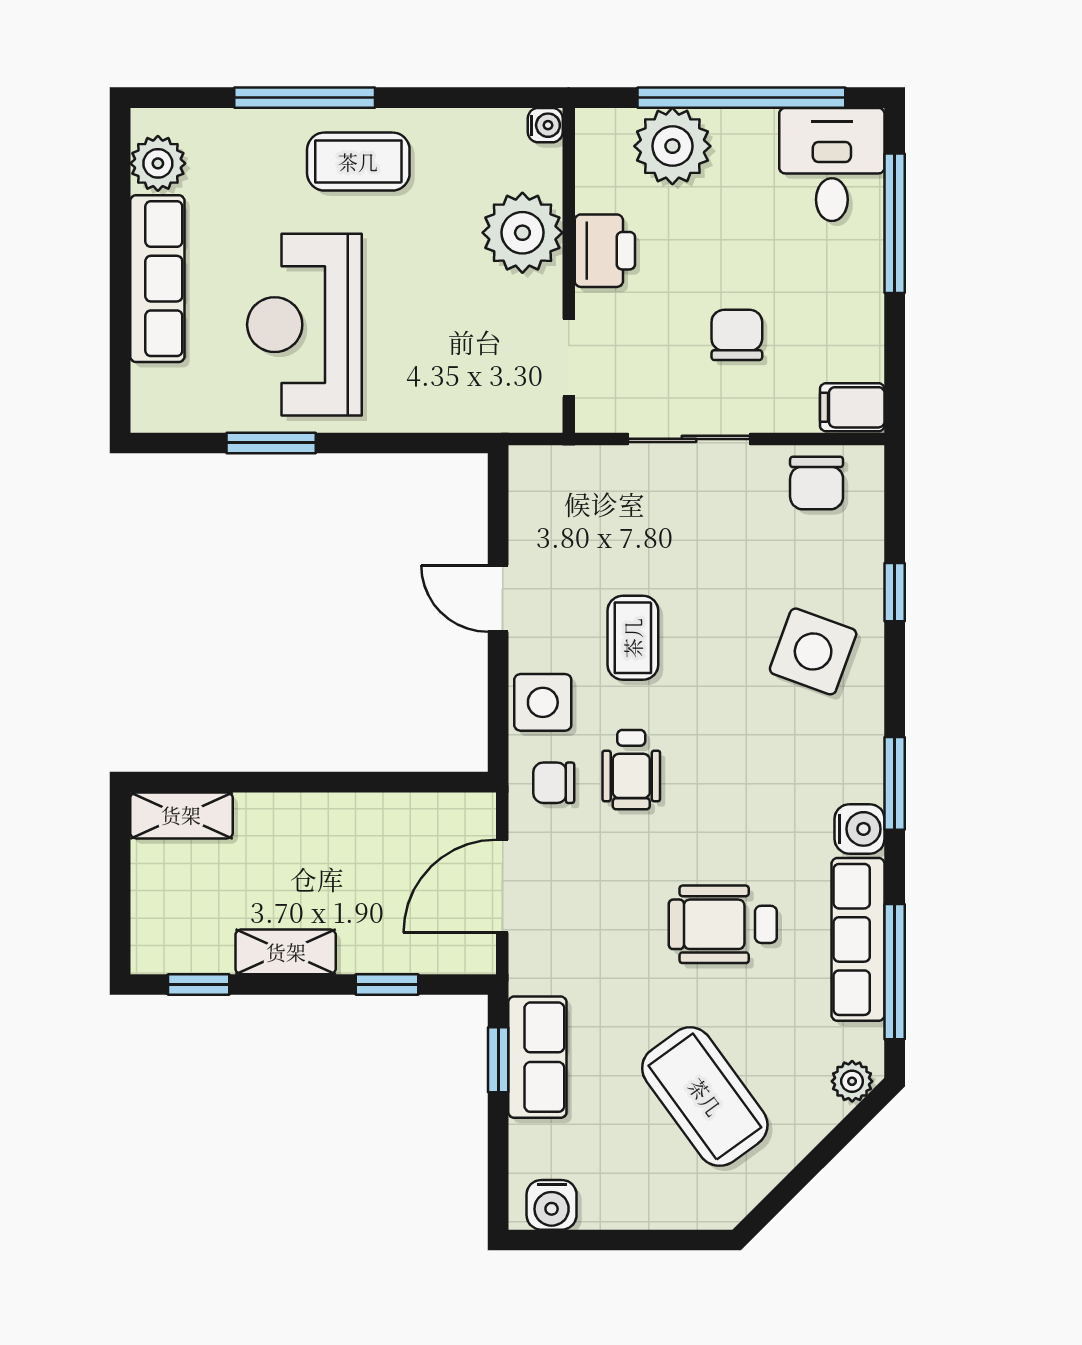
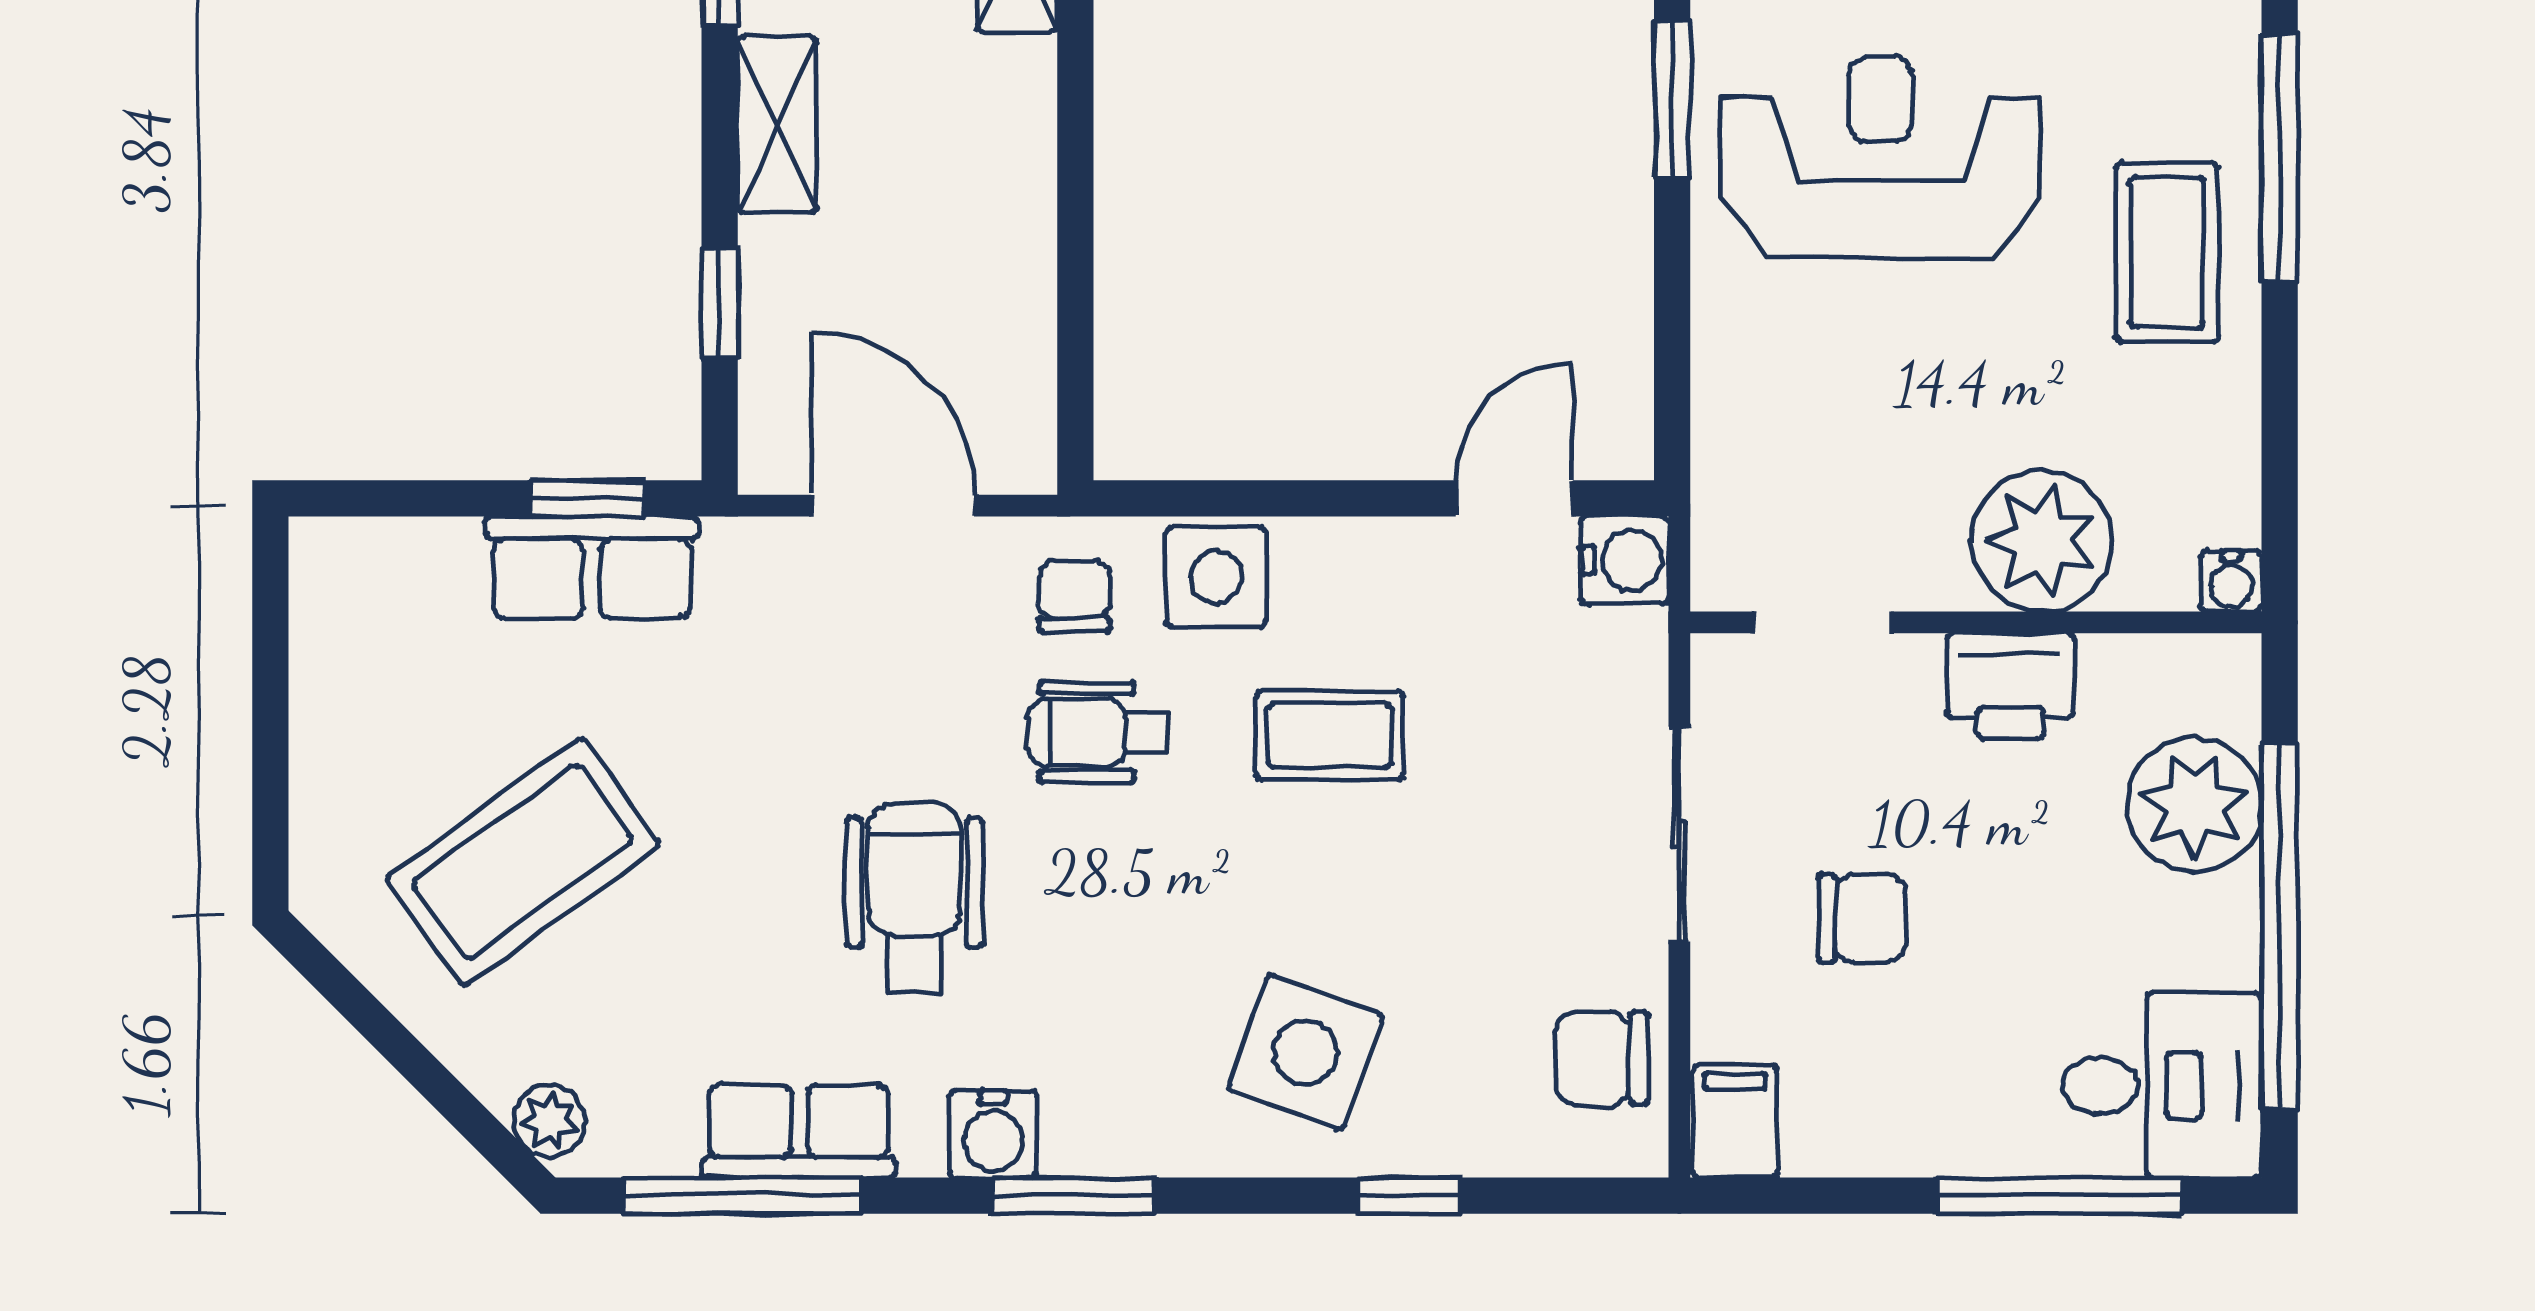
door: (498, 599) -> (1514, 498), moved
wheelchair: (723, 924) -> (914, 898), moved
row of seats: (858, 939) -> (799, 1131), width x0.68
water cooler: (552, 1205) -> (1625, 560), moved, turned 180

